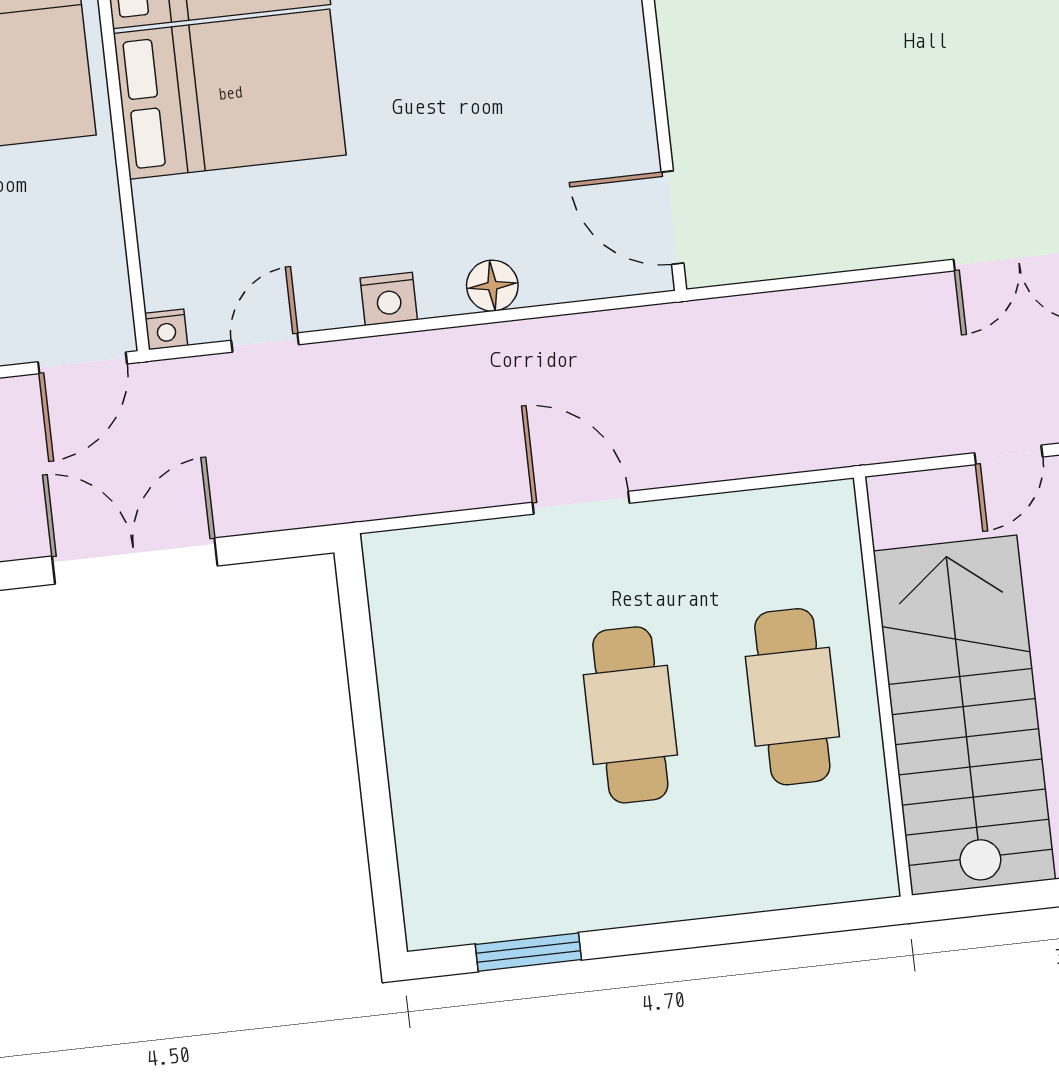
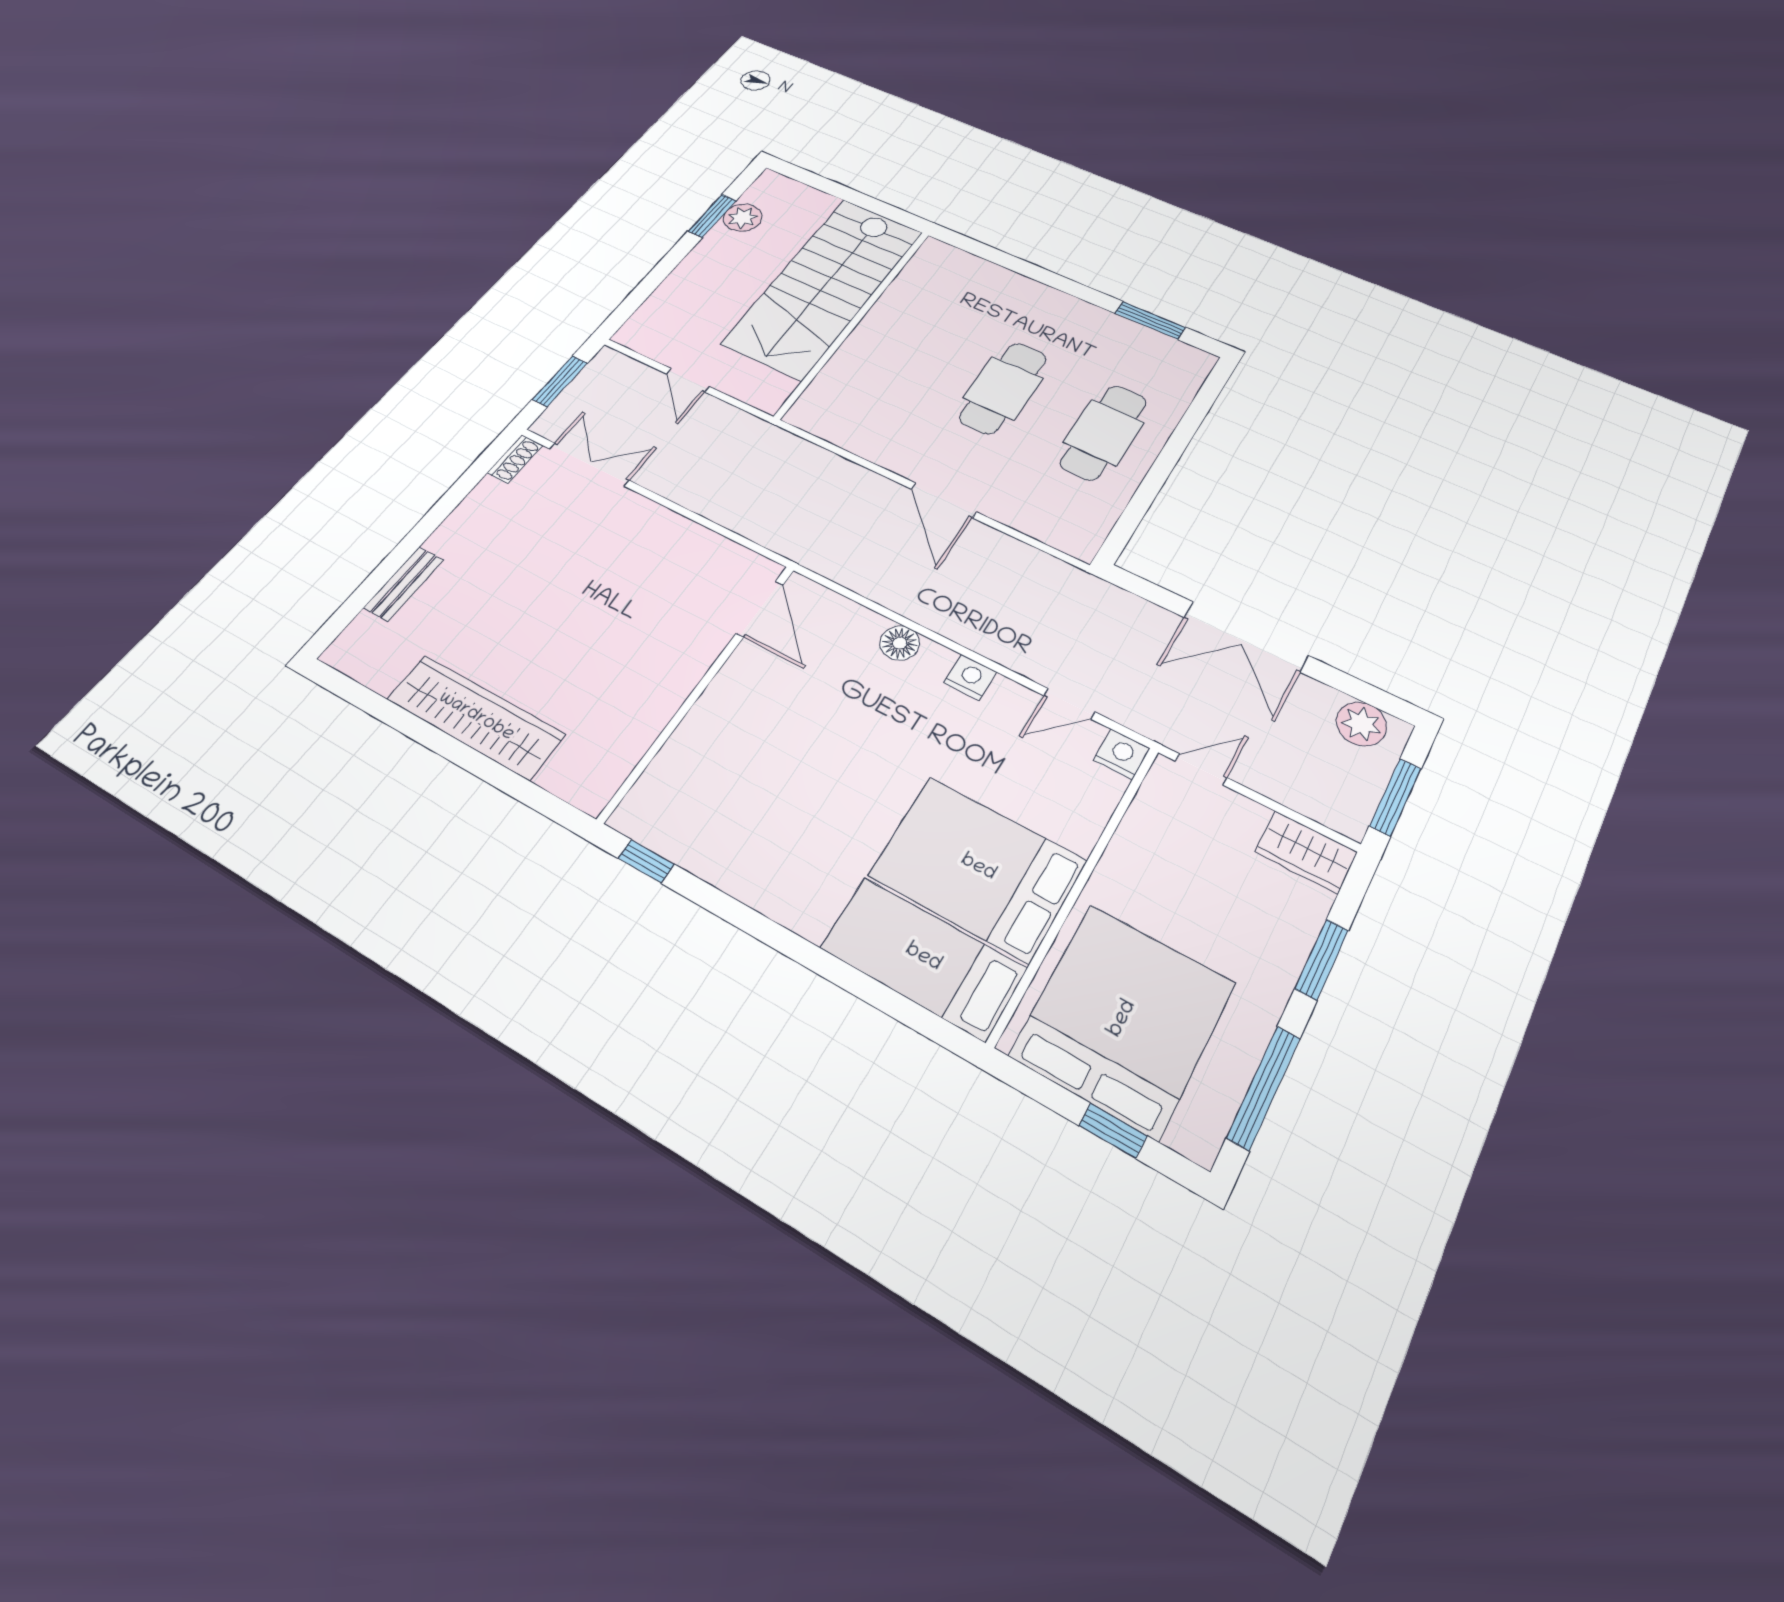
nightstand: (166, 329) -> (1122, 754), width x1.39, depth x1.35
door: (83, 363) -> (1201, 769), width x0.73
door: (1009, 455) -> (688, 380), swing flipped
cafe table: (792, 697) -> (1104, 432), moved

